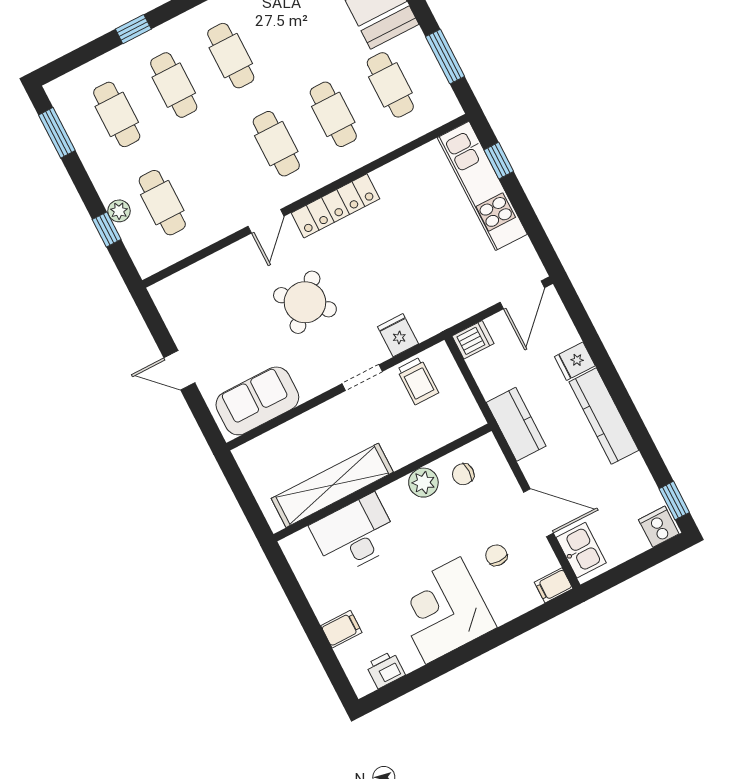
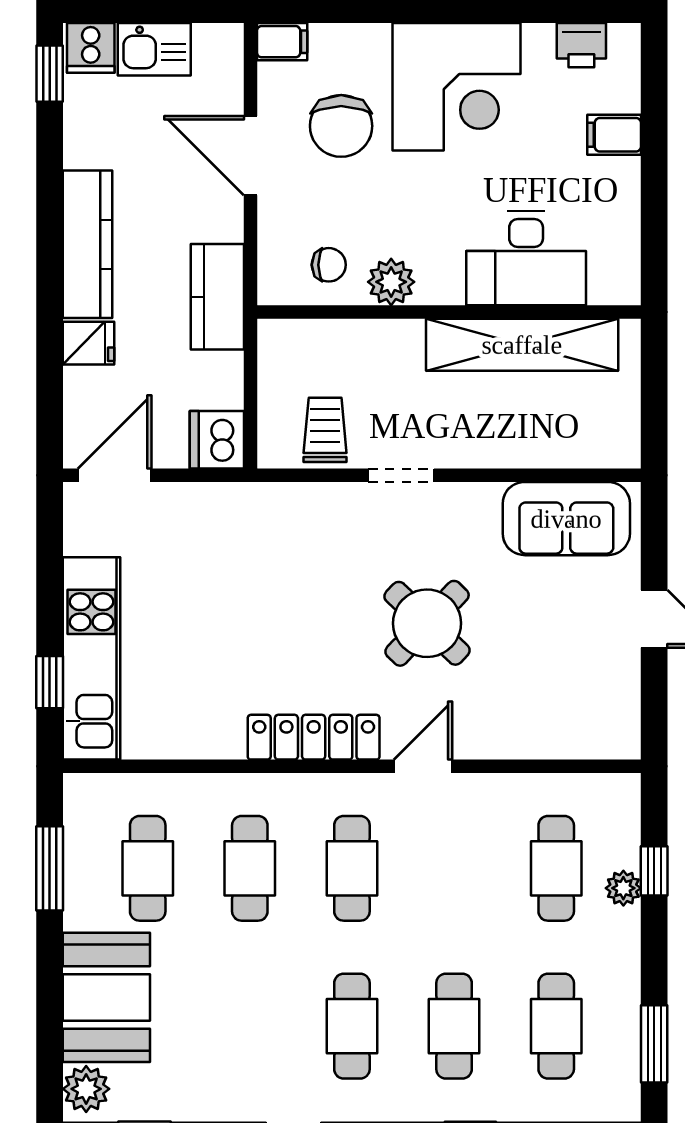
fridge: (398, 335) -> (320, 509), removed
dishwasher: (473, 340) -> (217, 440), width x1.38
kitchen sink: (581, 550) -> (154, 49), moved, turned -90
chair: (496, 555) -> (341, 126), width x1.87, depth x1.87

